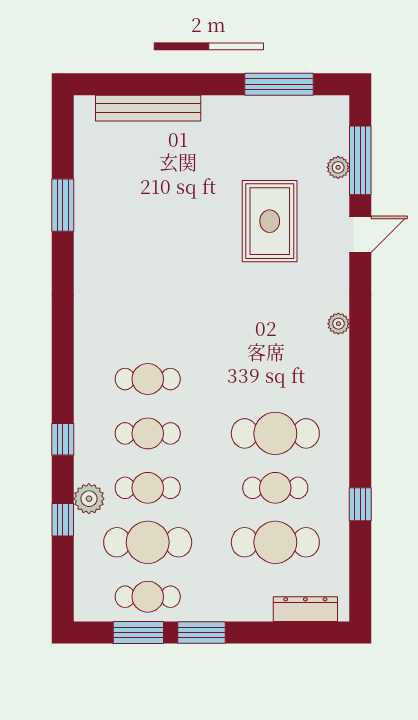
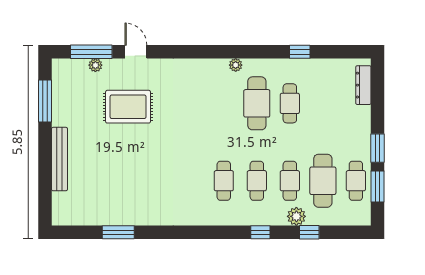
bench: (148, 108) -> (59, 159), moved
plant: (338, 324) -> (236, 65), moved
cafe table: (275, 542) -> (323, 103), removed

